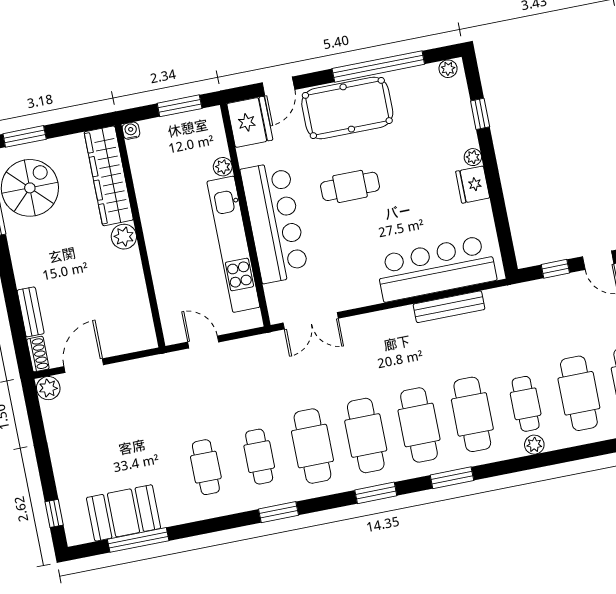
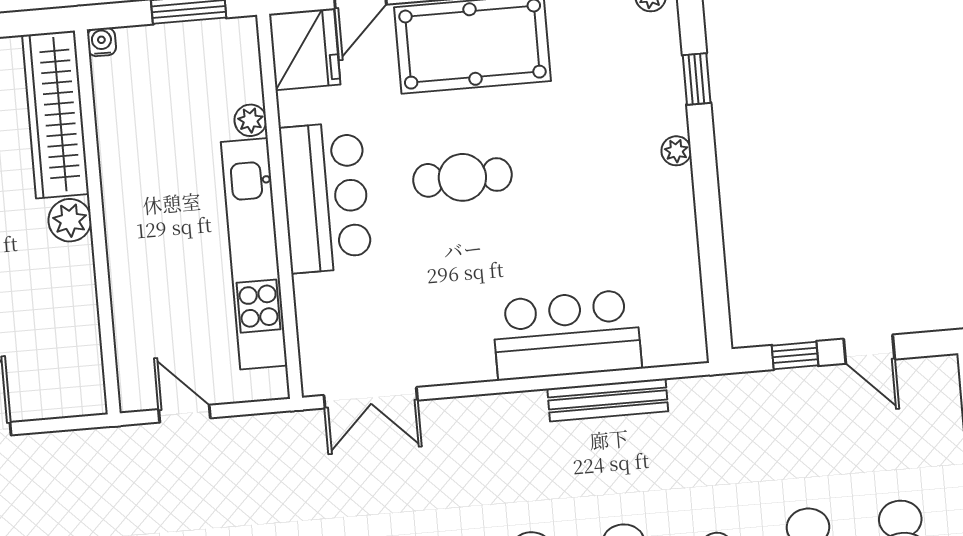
fridge: (473, 185) -> (671, 197), removed
bar counter: (275, 222) -> (326, 197), width x0.73
bar counter: (436, 268) -> (567, 335), width x0.73

